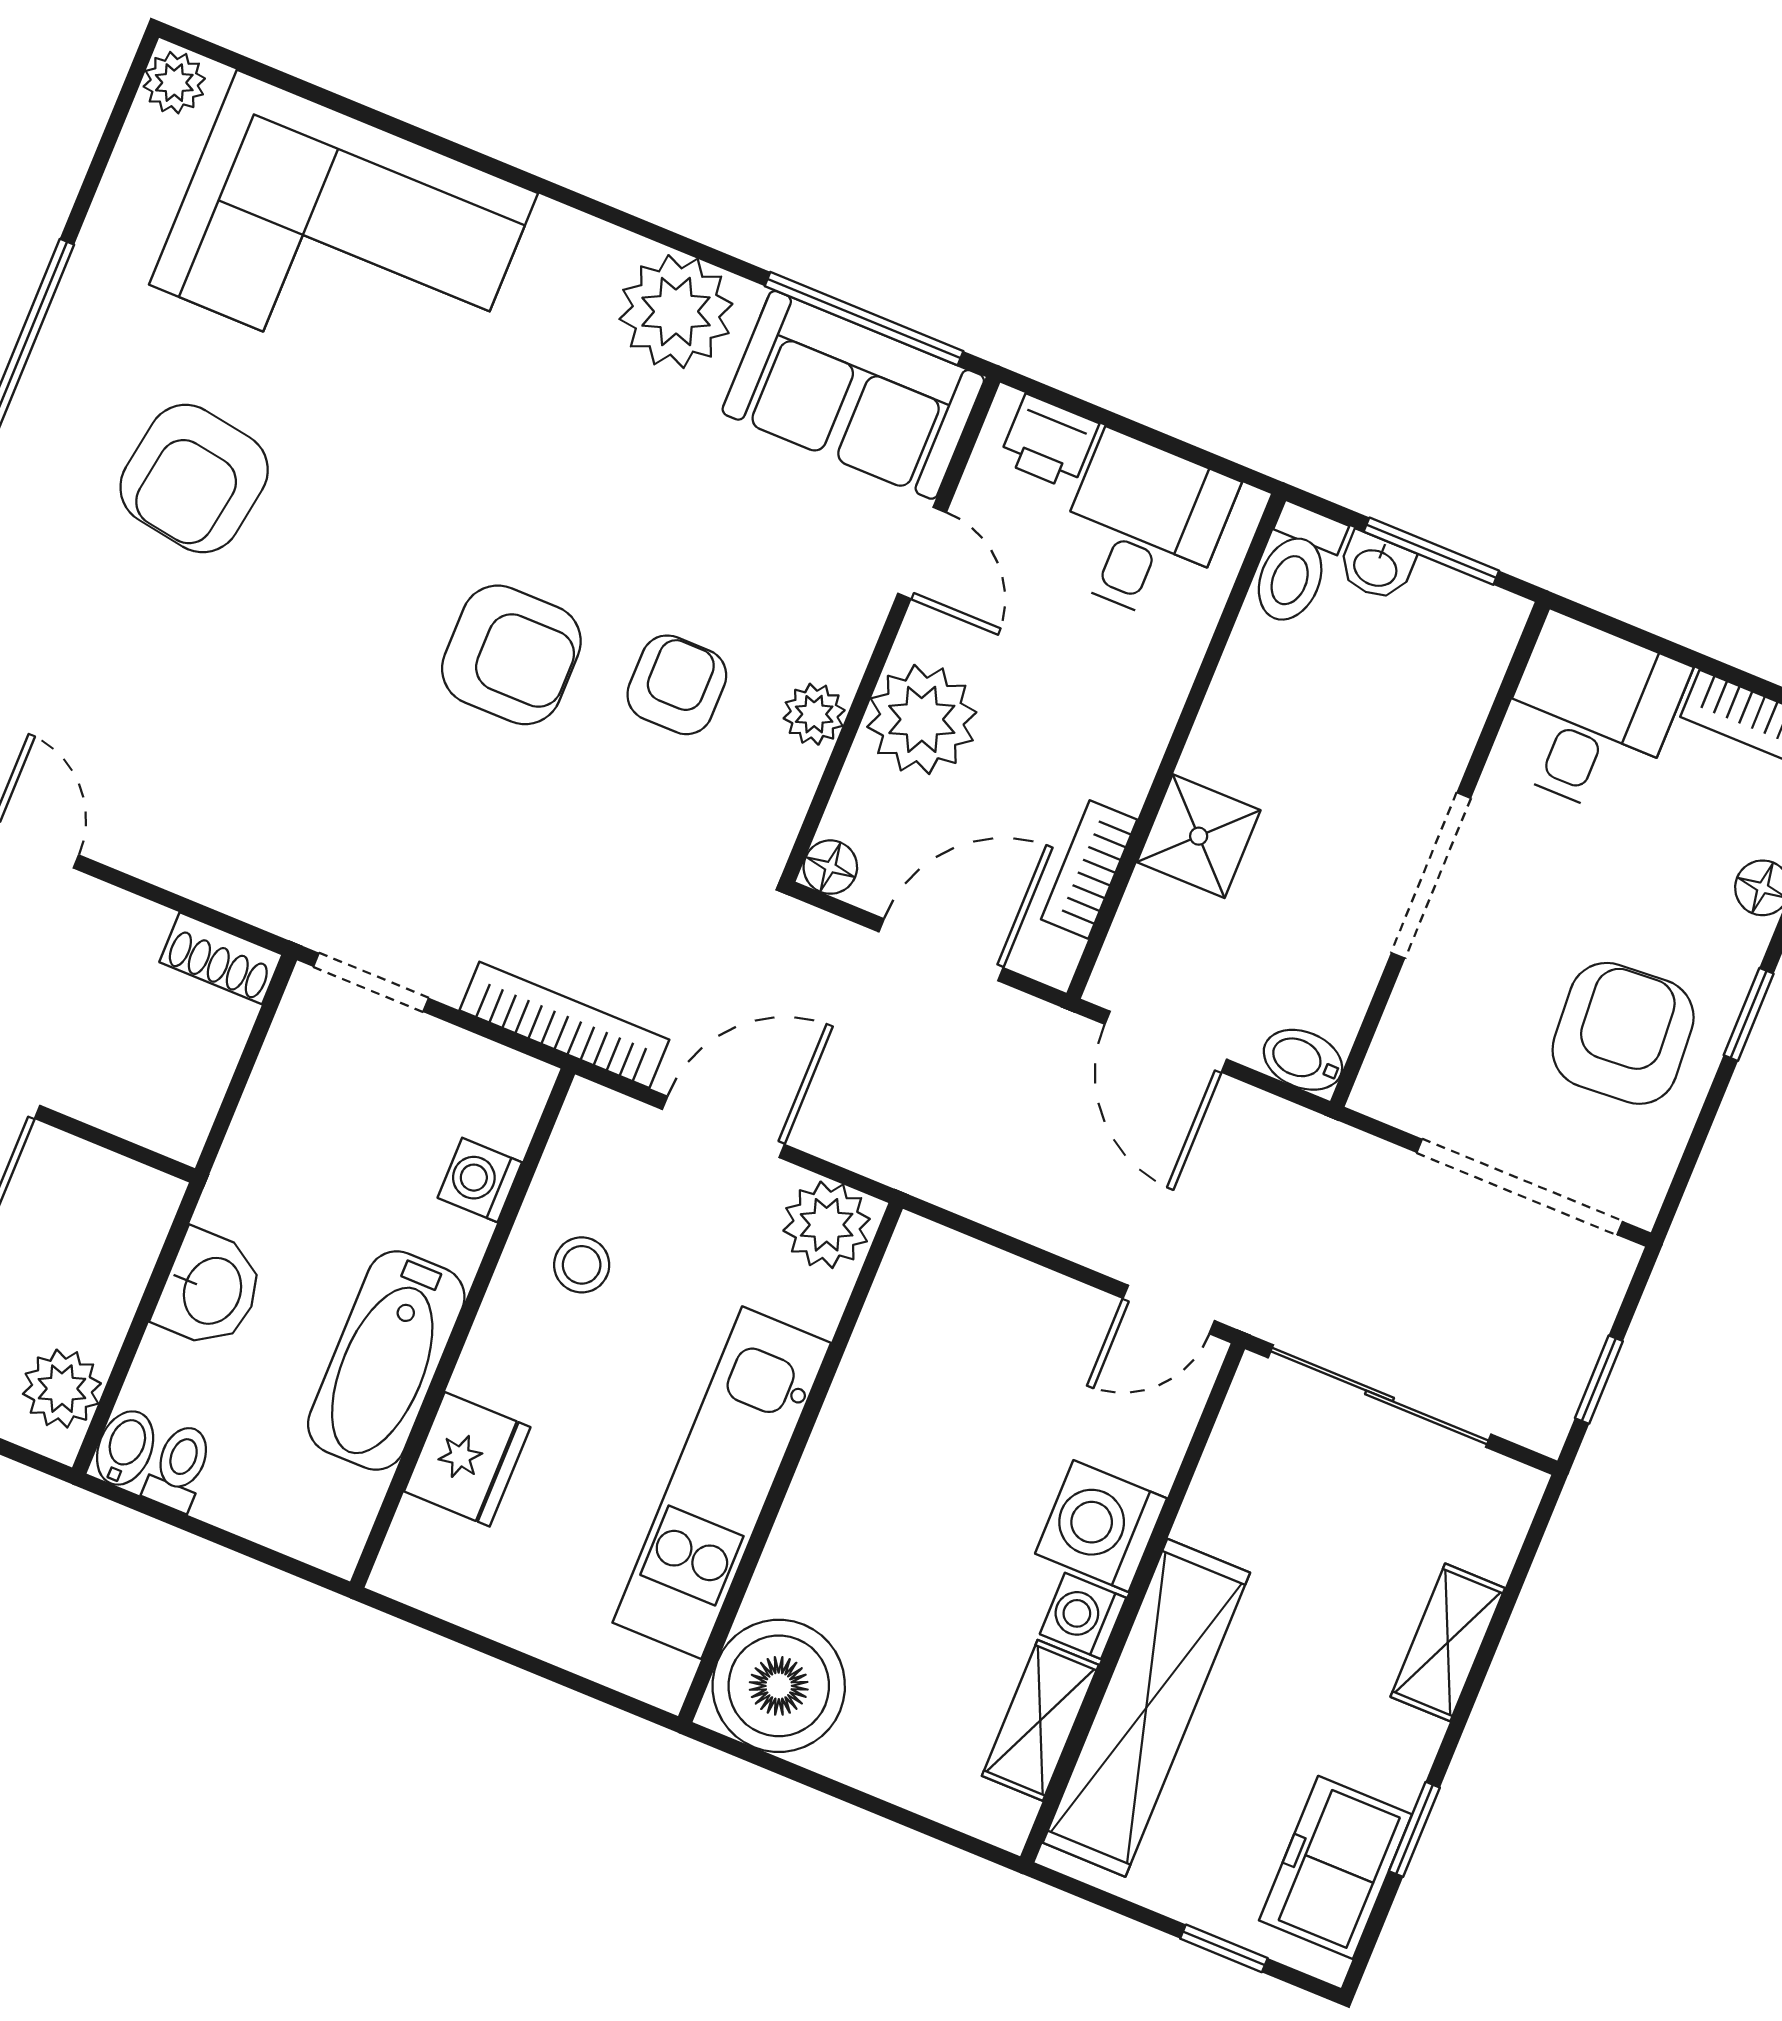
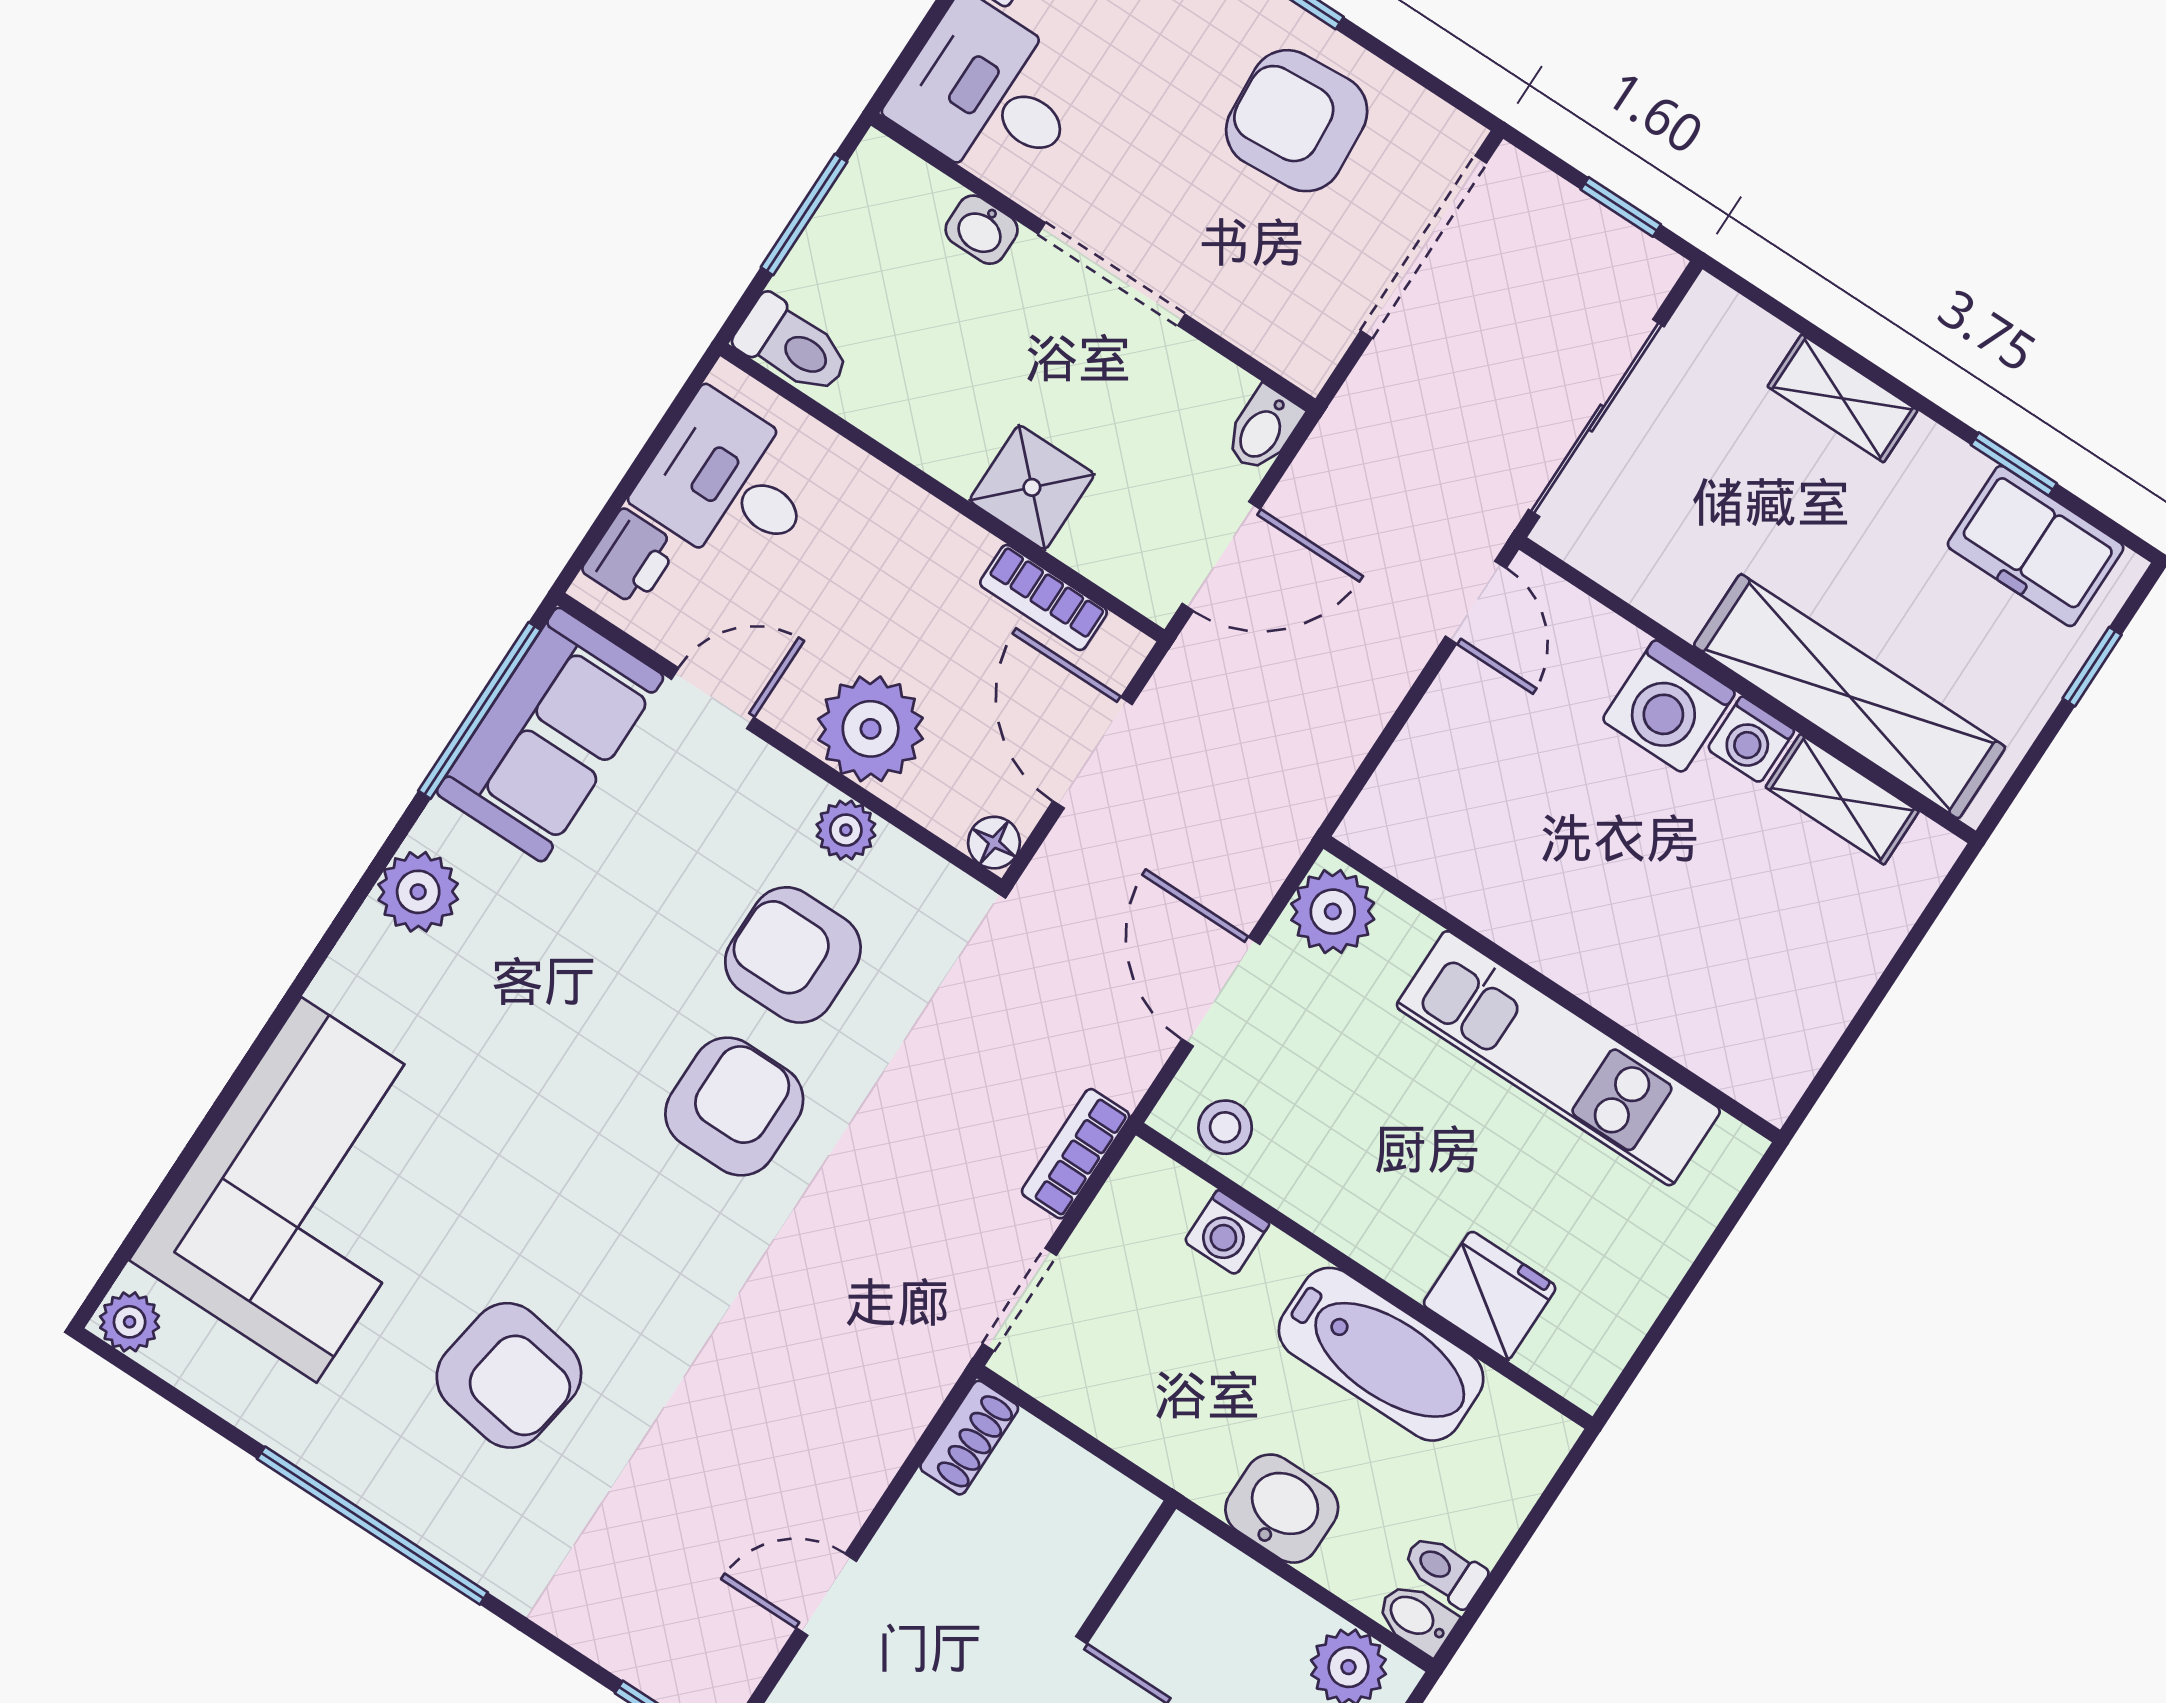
plant: (676, 312) -> (418, 892), width x0.73, depth x0.73
washbasin: (1376, 566) -> (982, 230), moved, turned 90
armchair: (677, 685) -> (793, 955), width x1.38, depth x1.38
bookcase: (564, 1025) -> (1076, 1154), width x0.64
stool: (582, 1265) -> (1225, 1127), moved
boiler: (779, 1686) -> (1762, 1041), removed

